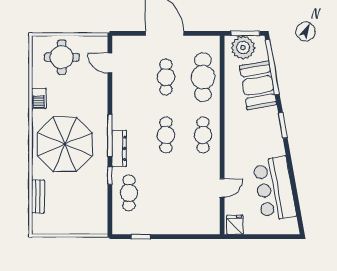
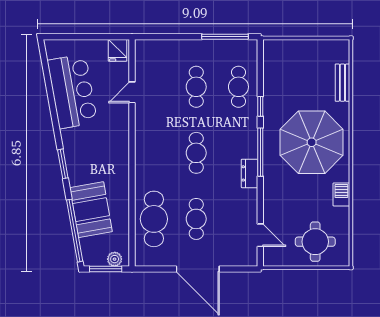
plant: (243, 48) -> (115, 259), width x0.53, depth x0.53
cafe table: (203, 135) -> (196, 87), moved
dresser: (119, 148) -> (250, 173), moved, width x0.70
window: (141, 237) -> (225, 37), width x2.17

